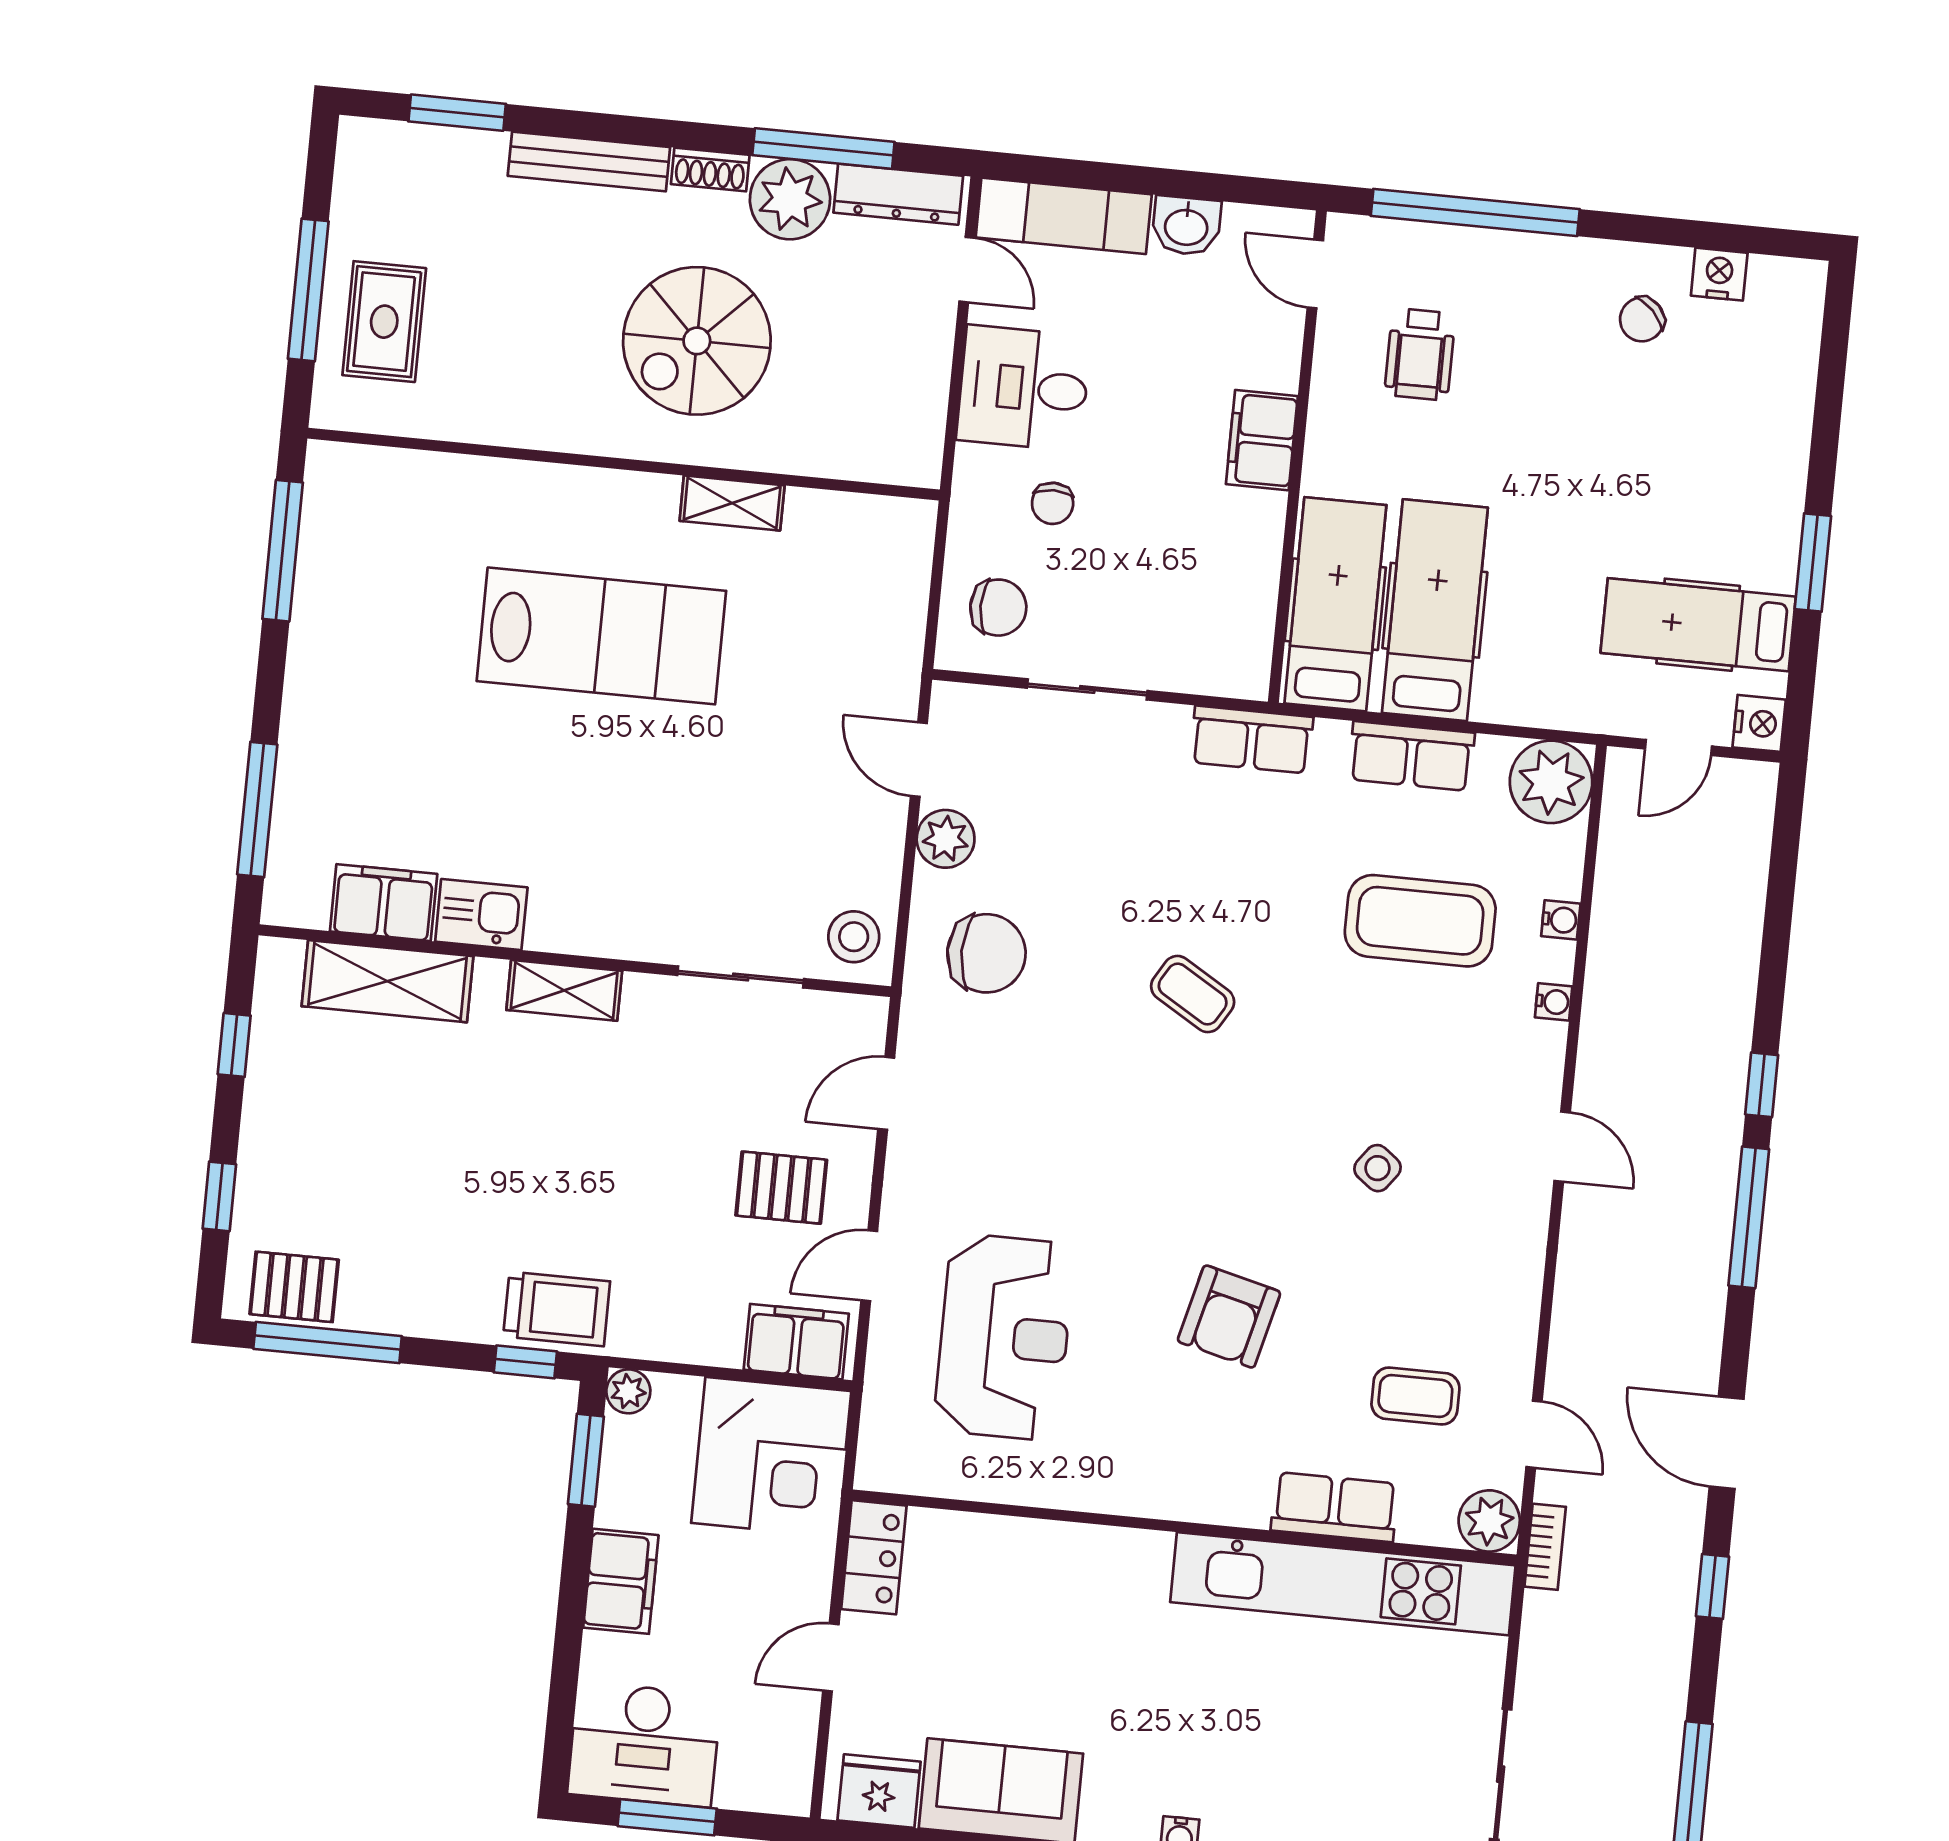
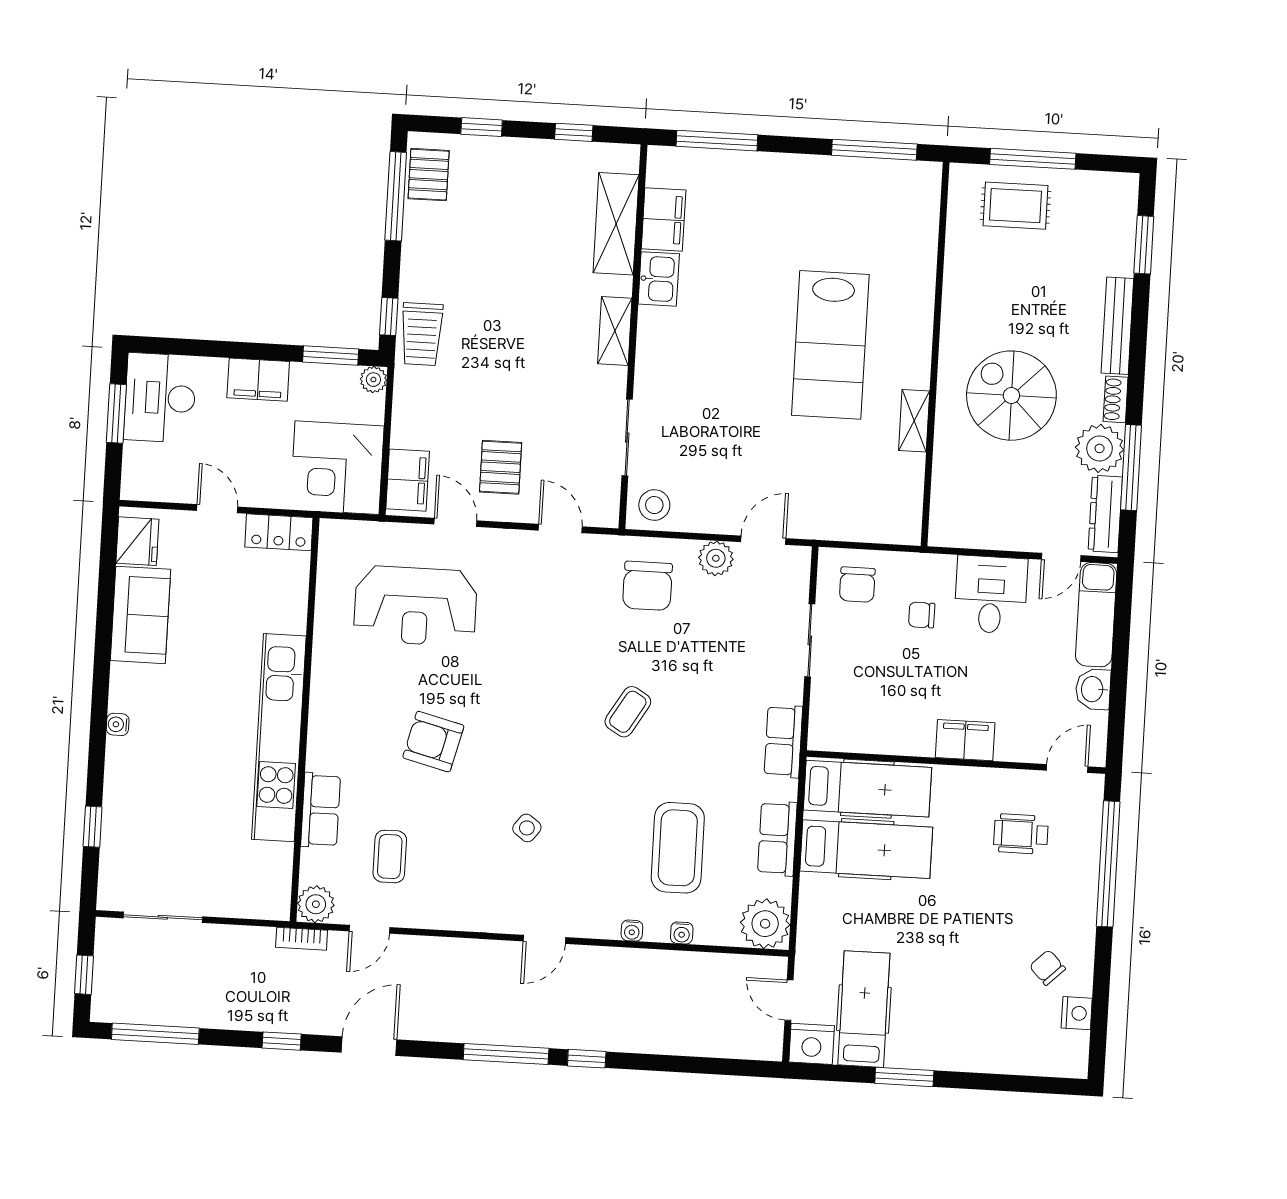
nightstand: (1759, 723) -> (812, 1044), width x1.36, depth x1.33
kitchen unit: (1343, 1584) -> (279, 738), moved

